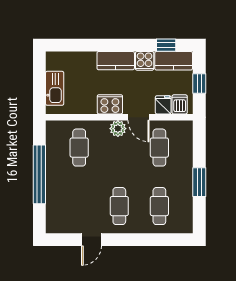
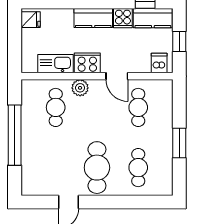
kitchen sink: (55, 88) -> (55, 64), moved, turned -90
fridge: (163, 105) -> (31, 20), moved, turned 90
plant: (118, 129) -> (80, 88), moved
cafe table: (119, 206) -> (97, 168), width x1.37, depth x1.35

